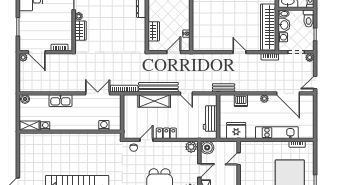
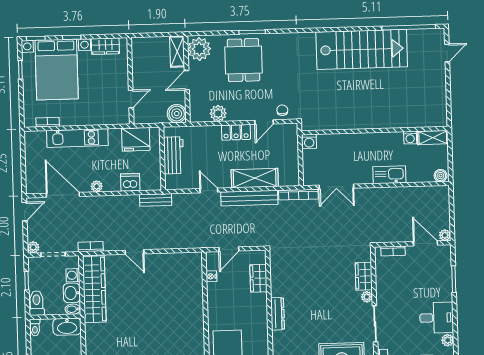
washing machine: (104, 125) -> (309, 142), moved
plant: (191, 147) -> (218, 113), moved

